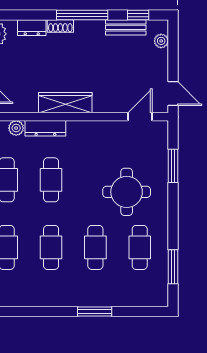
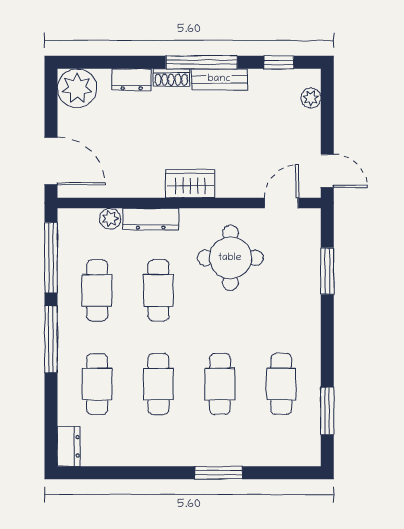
bench: (126, 27) -> (219, 79), moved
wardrobe: (65, 103) -> (190, 184), width x0.67
round table: (127, 192) -> (230, 258), moved

